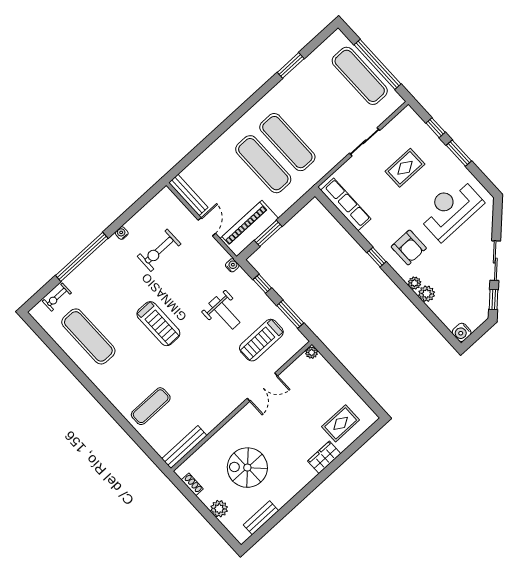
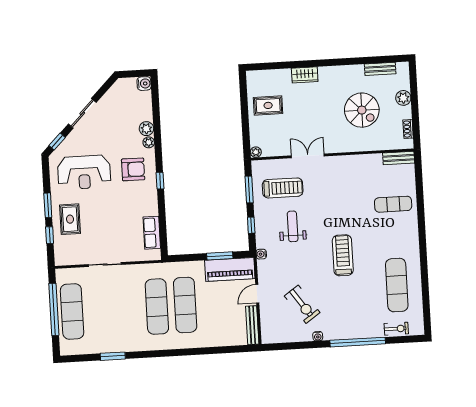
rug: (405, 168) -> (70, 219), moved, turned 90
row of seats: (346, 204) -> (152, 233), width x0.68
armchair: (409, 247) -> (133, 169), turned 90
exercise bike: (159, 250) -> (302, 304), turned 55
window: (494, 299) -> (57, 142), moved
rug: (341, 423) -> (268, 105), moved
bench: (184, 447) -> (399, 158), width x0.73

